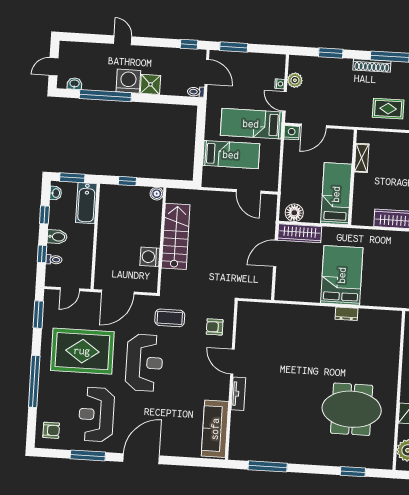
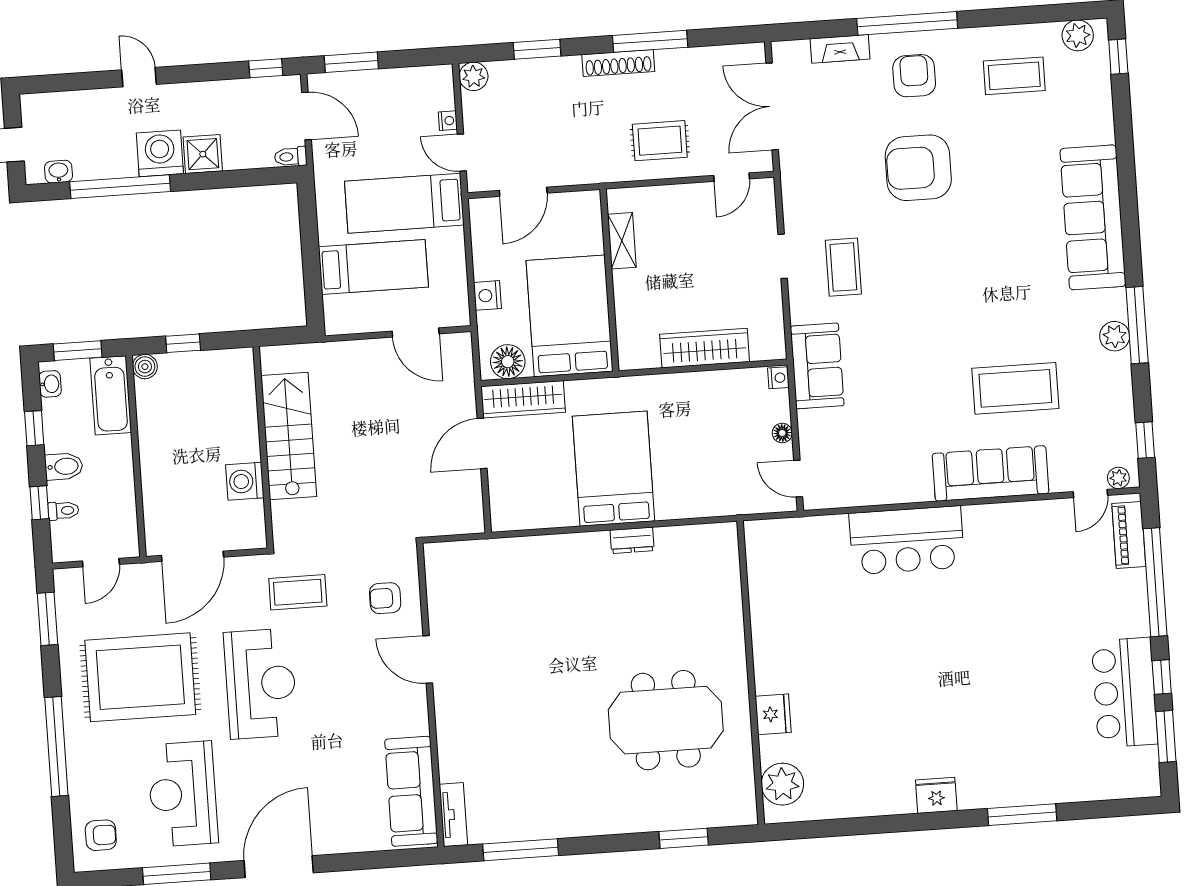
plant: (295, 80) -> (474, 76), moved
nightstand: (292, 133) -> (488, 295), moved, turned -90
boiler: (157, 194) -> (145, 367), moved
bed: (336, 194) -> (570, 316), width x1.50
tv unit: (238, 394) -> (453, 815), moved

